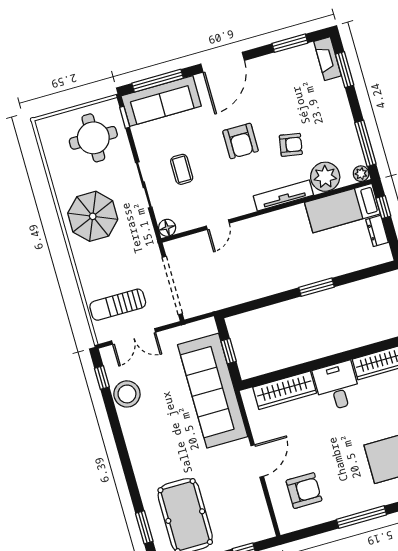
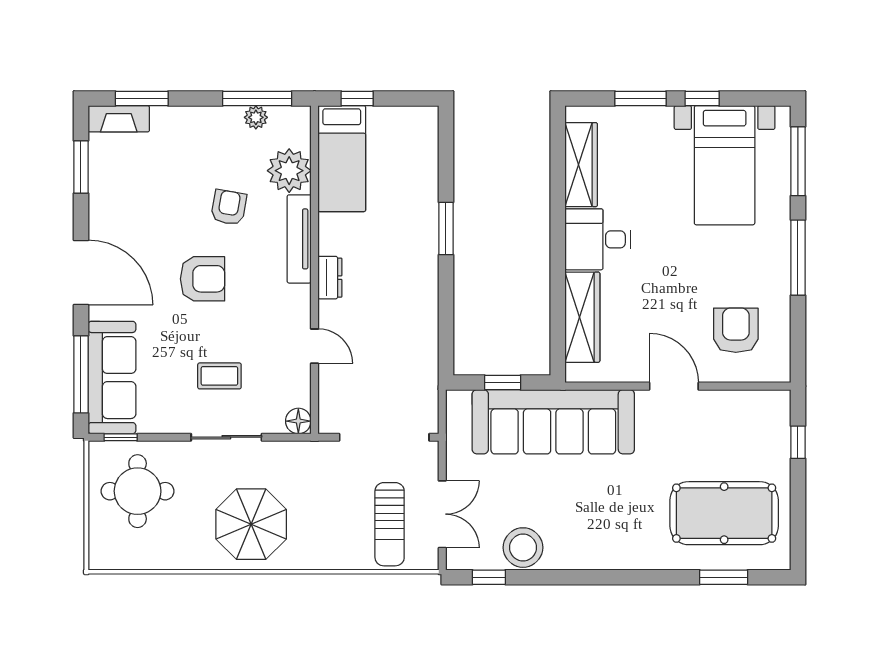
plant: (361, 174) -> (256, 117), moved
dresser: (377, 231) -> (330, 278), moved, turned -90

